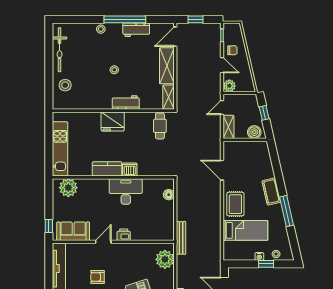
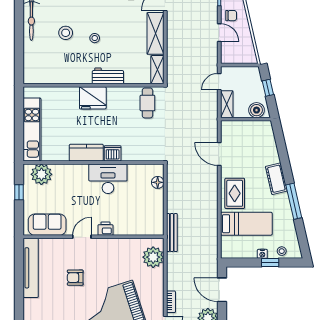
stool: (65, 85) -> (66, 33), moved
plant: (229, 86) -> (228, 57), removed
window: (49, 226) -> (19, 192), moved

